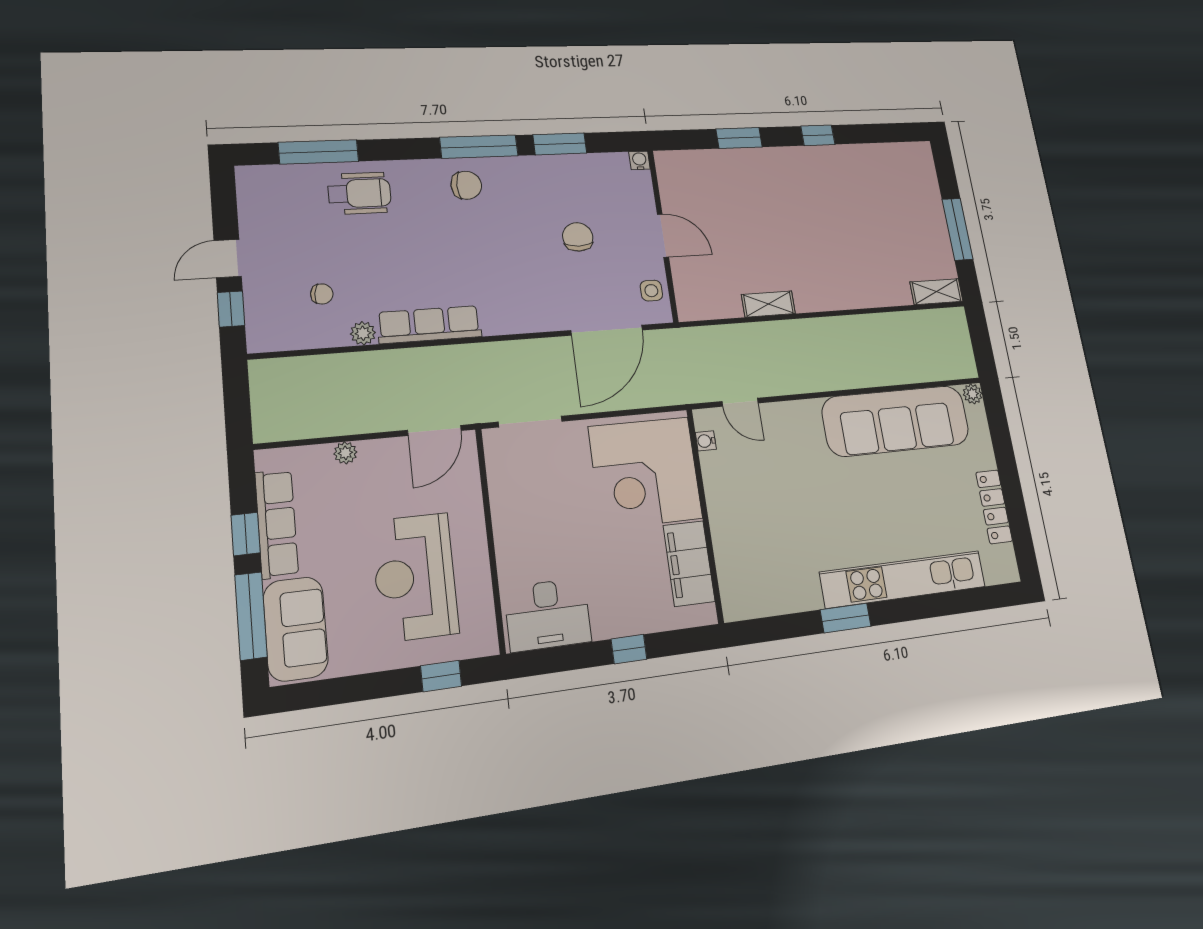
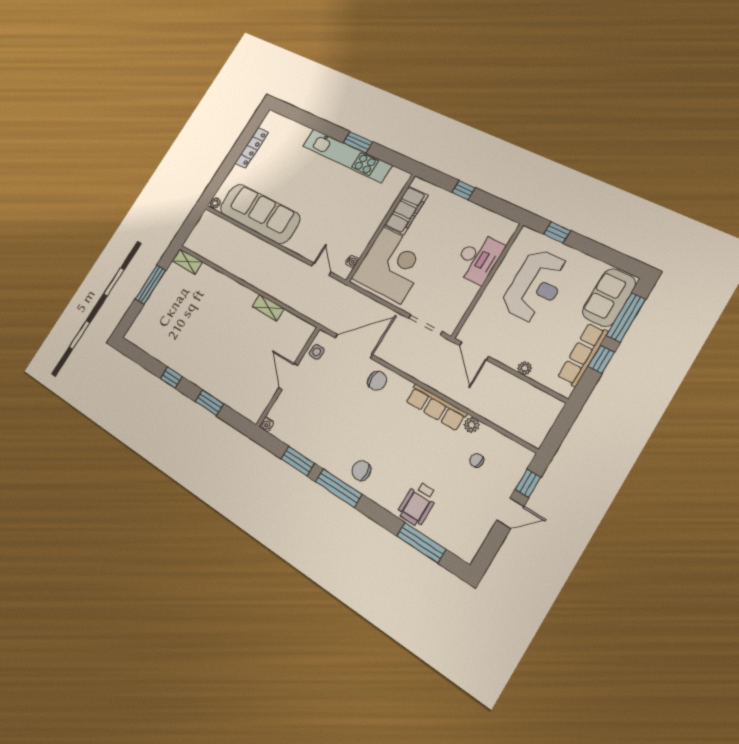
wheelchair: (359, 193) -> (418, 504), turned -90
chair: (578, 237) -> (377, 381), moved, turned -90
door: (434, 430) -> (474, 351), swing flipped
kitchen unit: (903, 579) -> (347, 155), moved
desk: (548, 615) -> (478, 258), moved, turned 90

